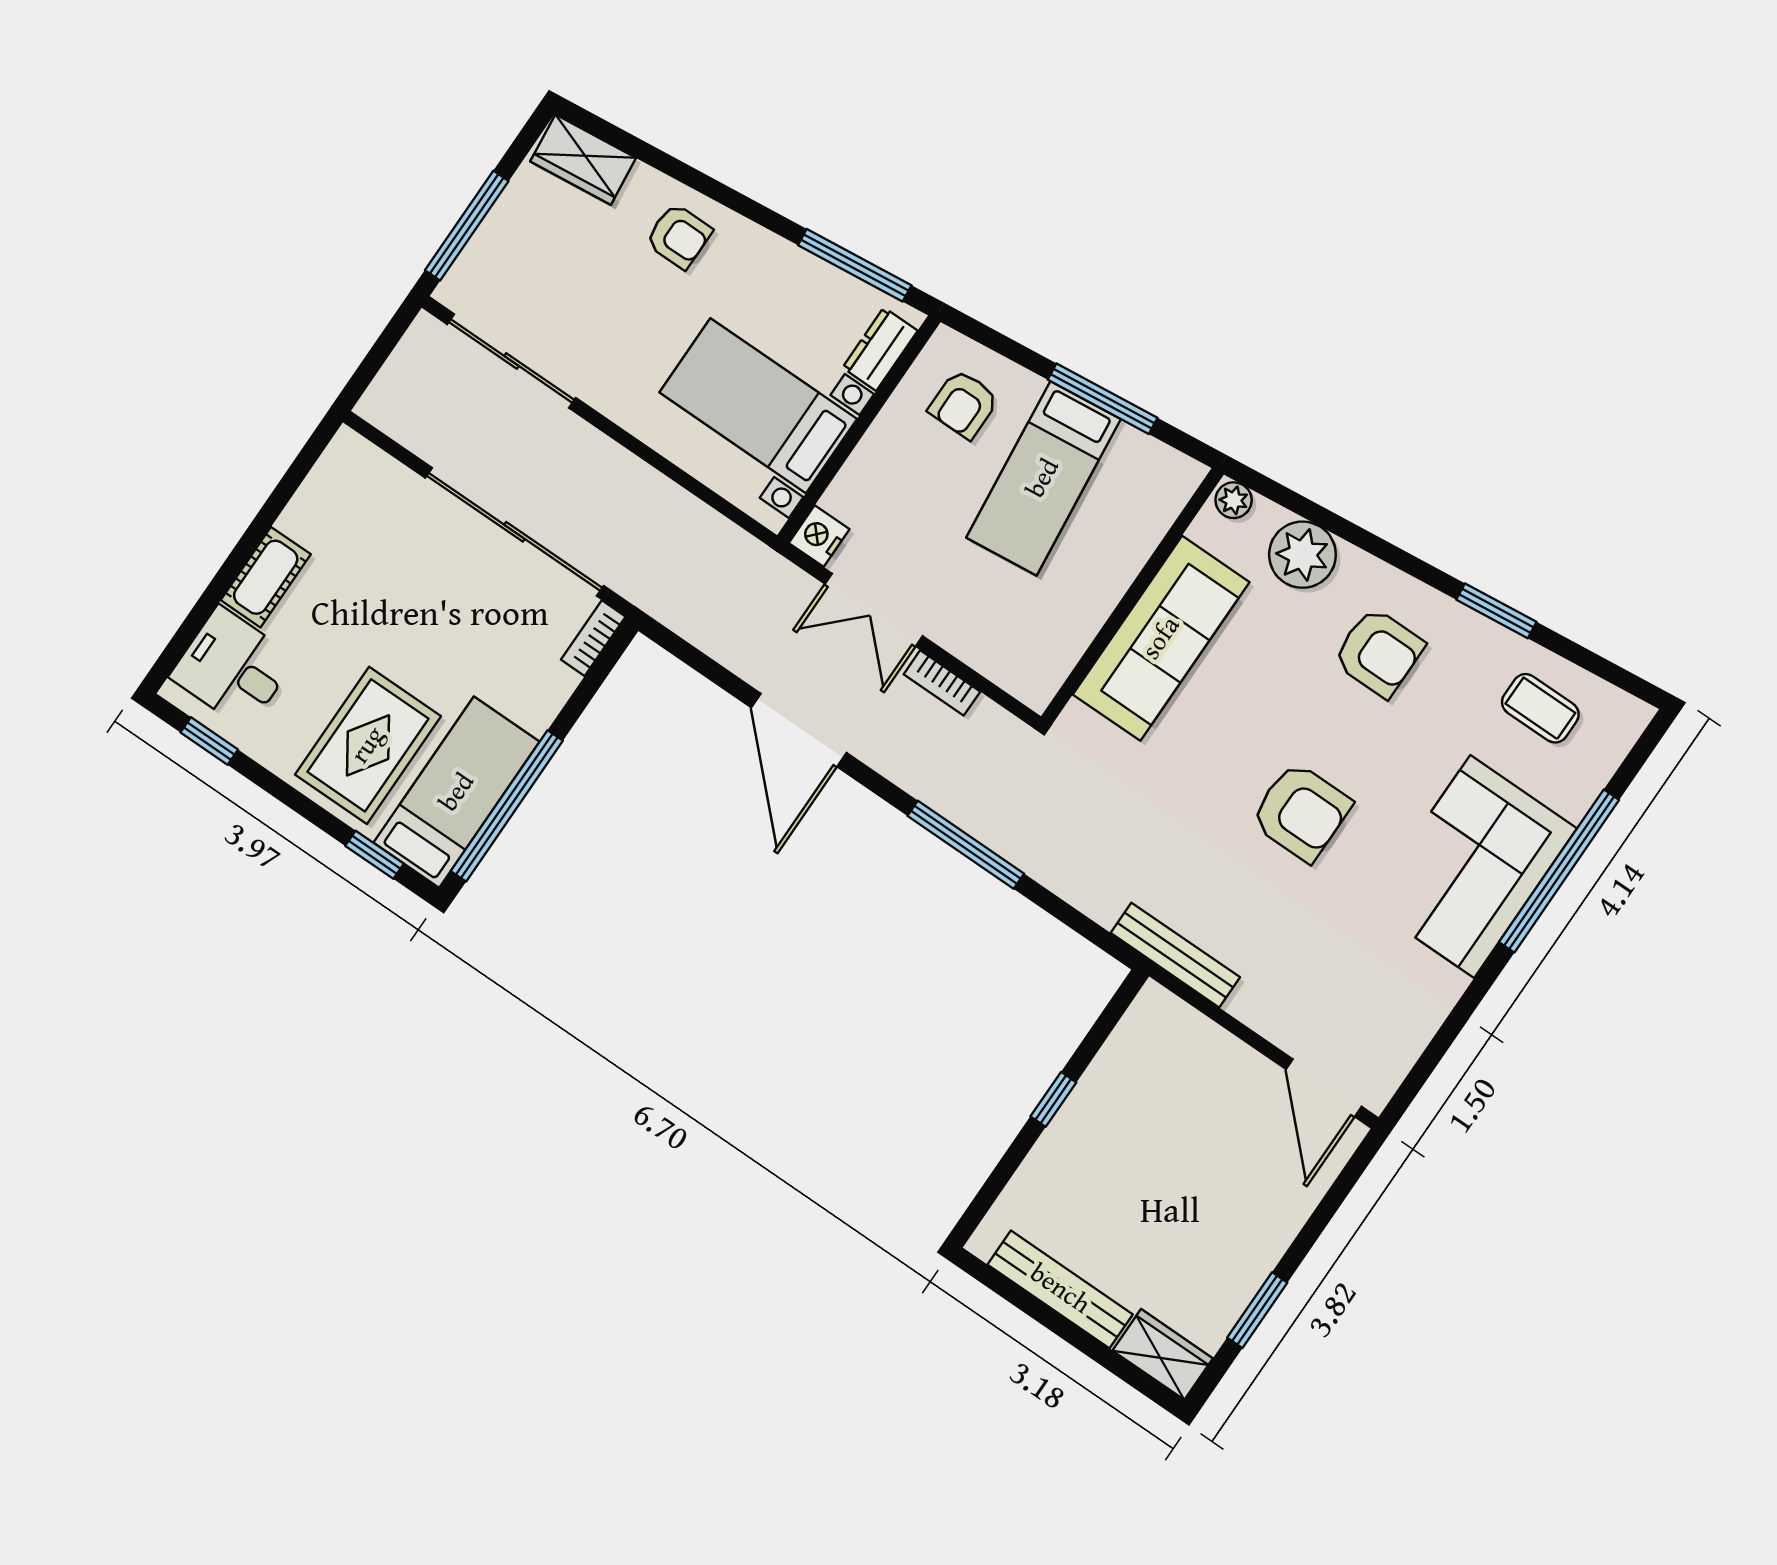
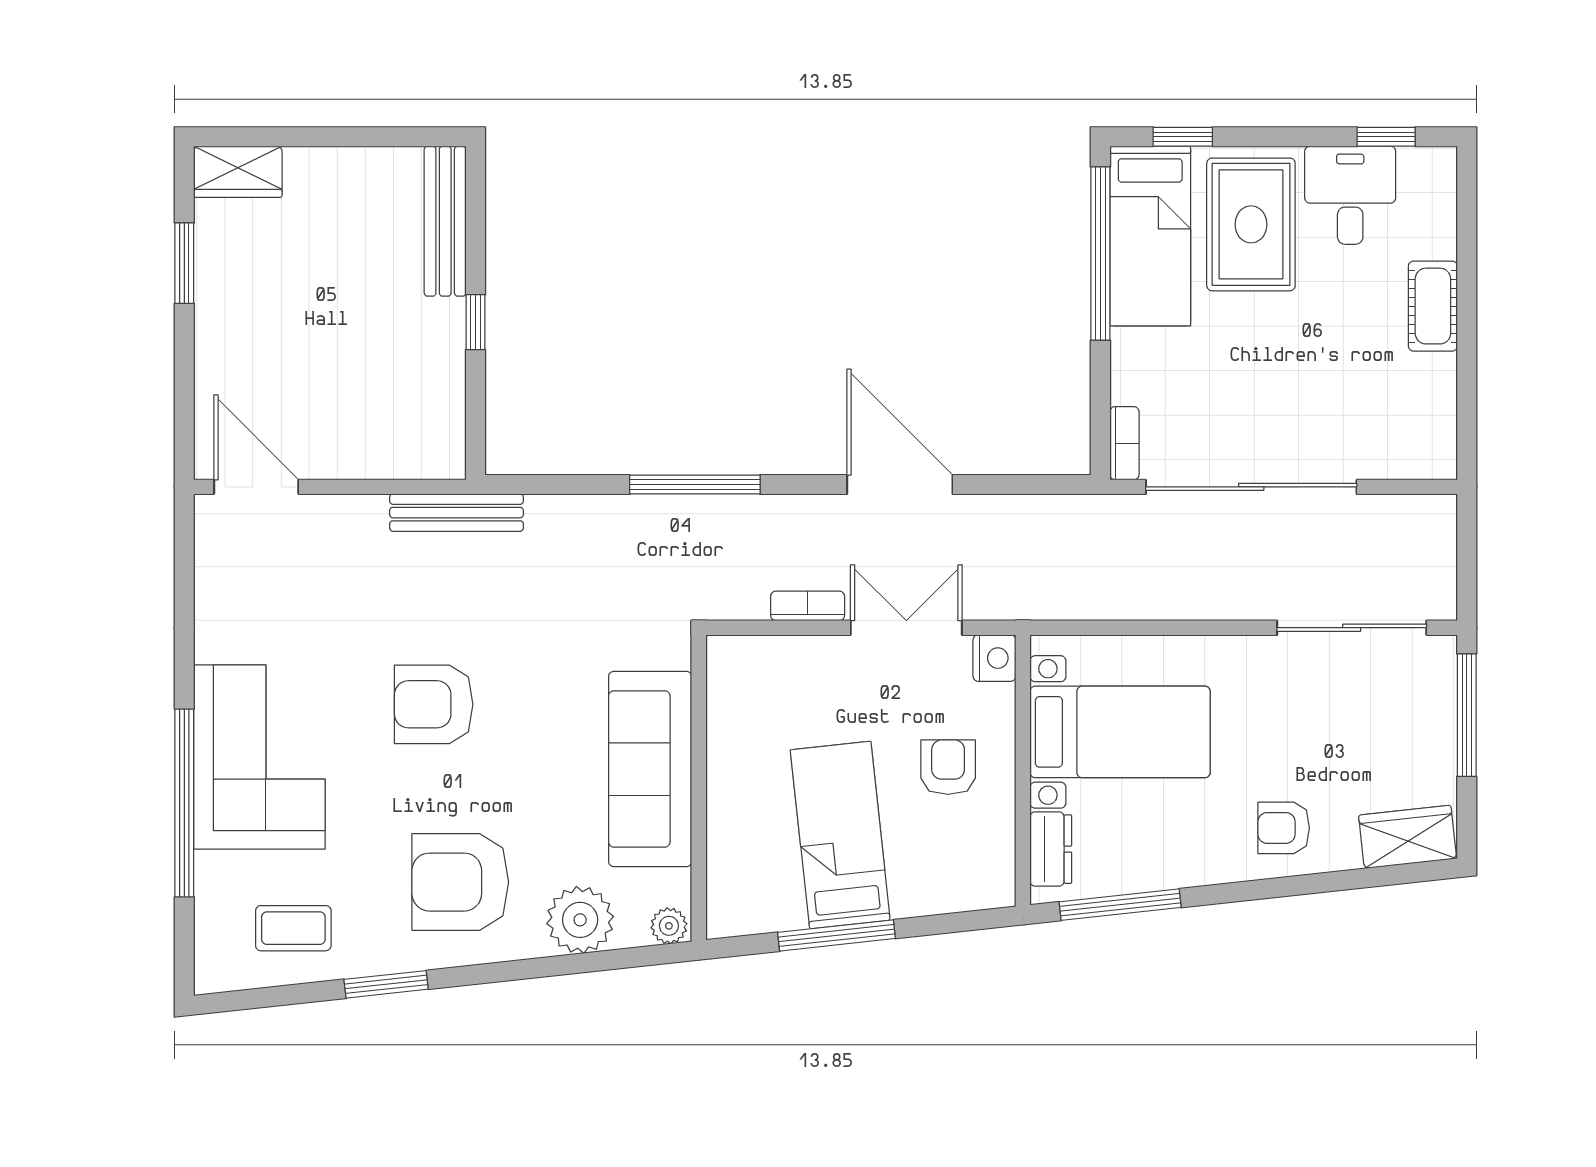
armchair: (964, 404) -> (948, 767), moved
armchair: (1379, 652) -> (460, 882), width x1.36, depth x1.36
desk: (233, 668) -> (1350, 195), moved, turned -90
bench: (1060, 1289) -> (445, 221), moved, turned 90

